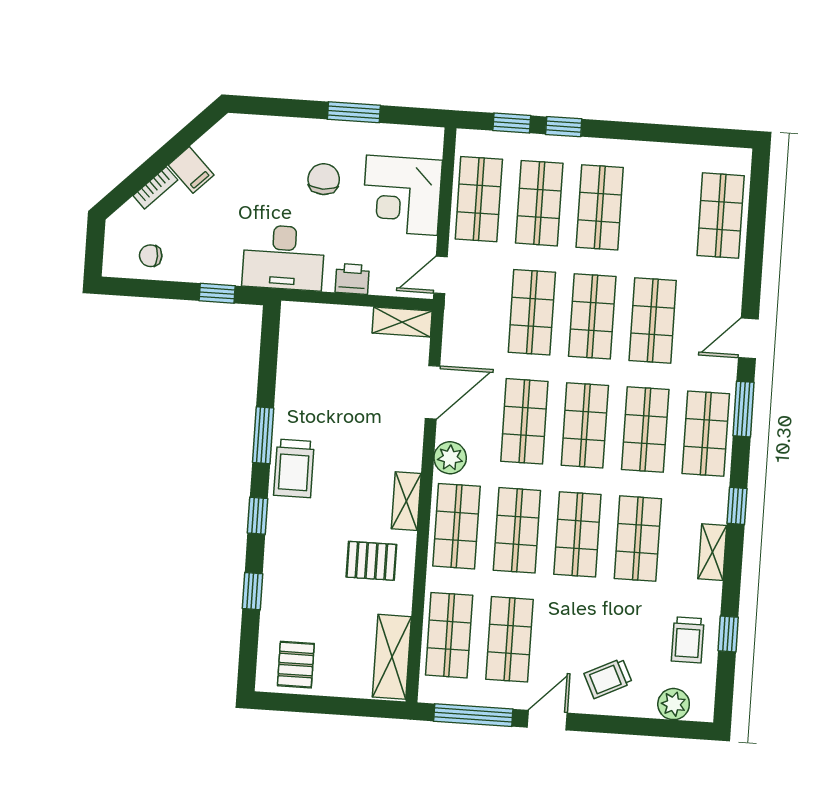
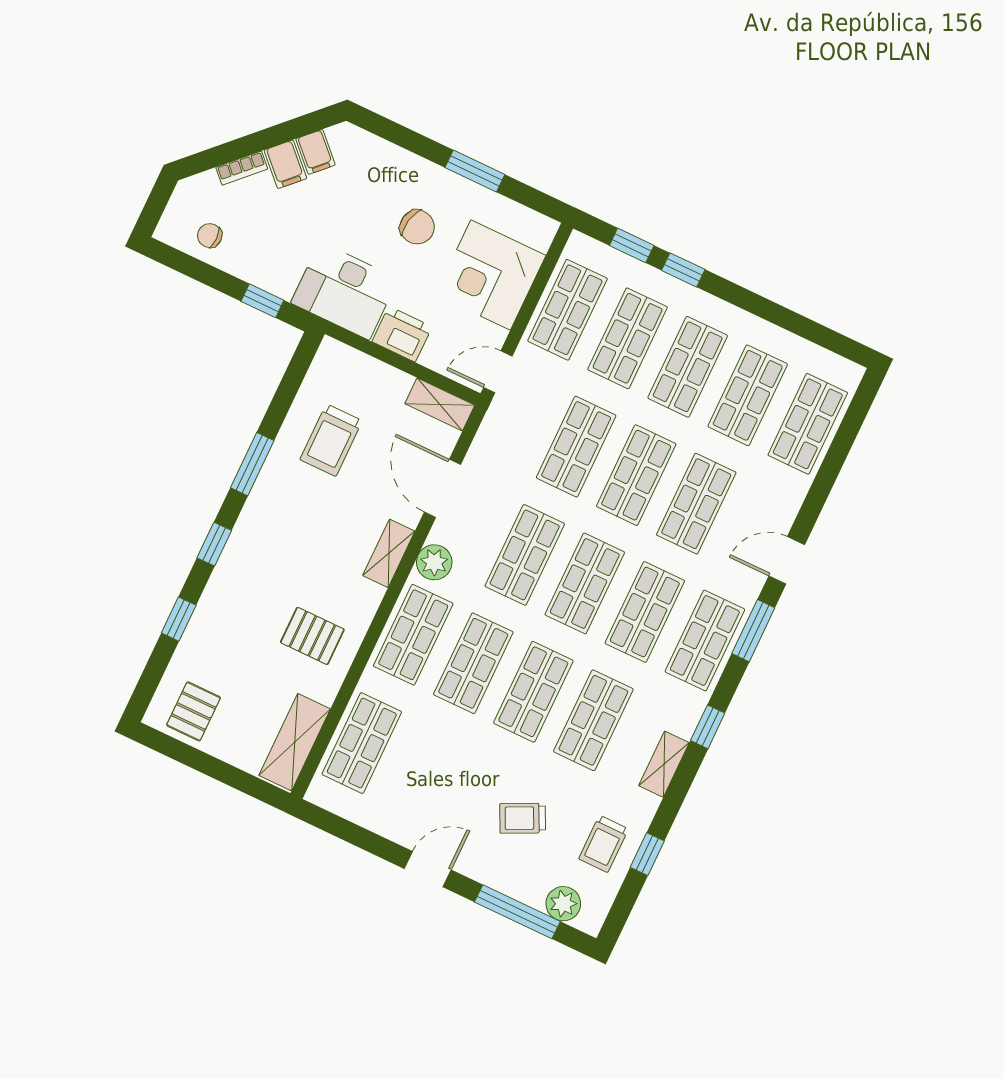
filing cabinet: (212, 149) -> (315, 152), added
chair: (324, 179) -> (417, 227), turned 102
printer: (352, 279) -> (402, 334), width x1.36, depth x1.24
door: (433, 392) -> (443, 488), swing flipped
trolley: (294, 468) -> (331, 440), moved
shelving: (406, 501) -> (389, 553), moved
shop shelf: (510, 639) -> (748, 395), moved
trolley: (608, 678) -> (523, 818), moved
window: (473, 715) -> (517, 912), moved

